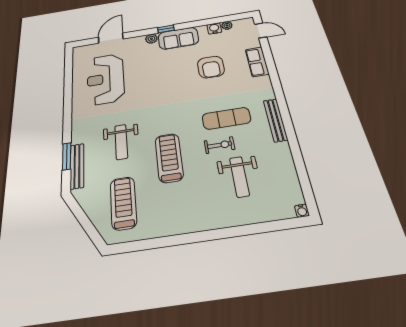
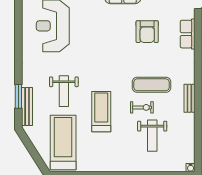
bench: (275, 120) -> (189, 98), width x0.73
treadmill: (123, 203) -> (63, 143), width x1.37, depth x1.38

